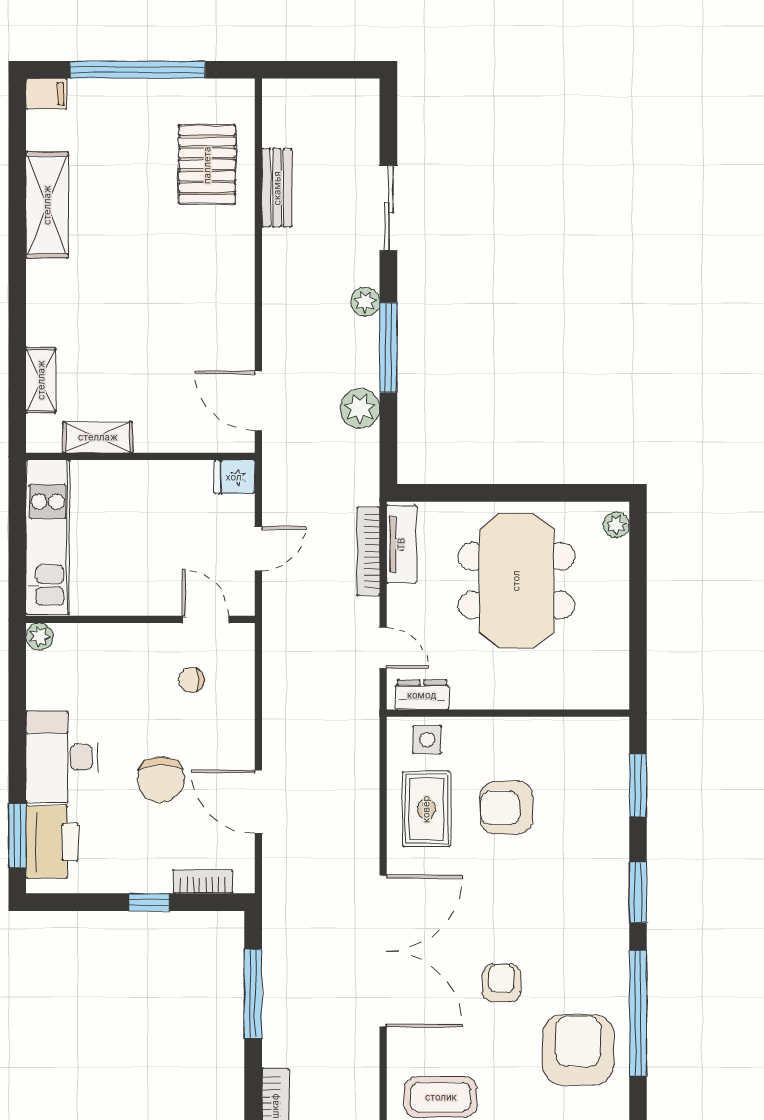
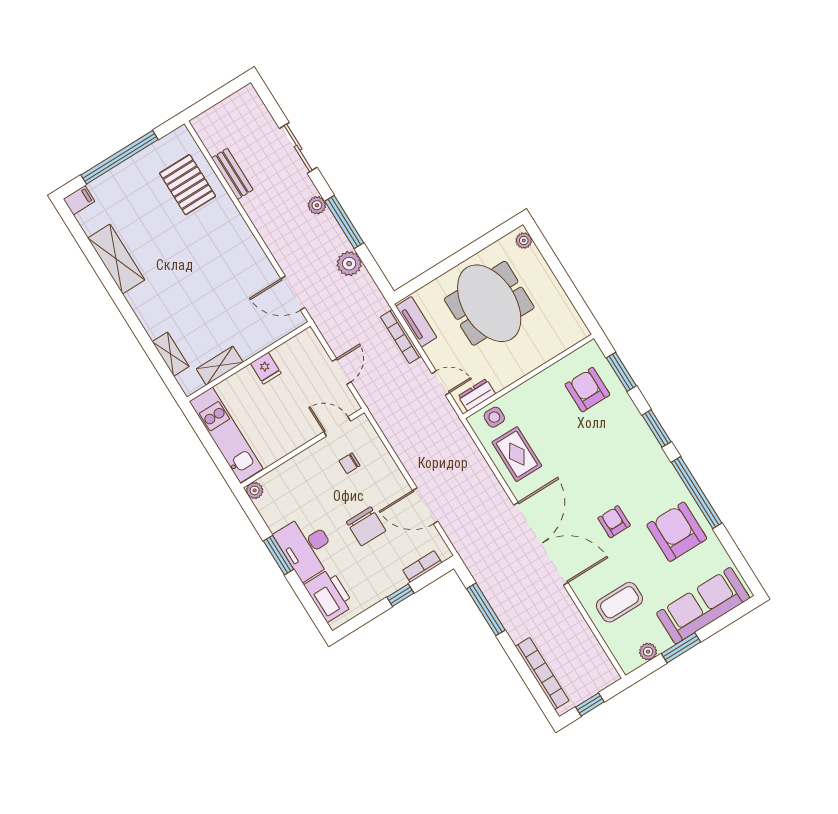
fridge: (235, 477) -> (266, 368), moved, turned -90
armchair: (506, 808) -> (587, 390), moved, turned 90
window: (17, 836) -> (278, 555), moved

